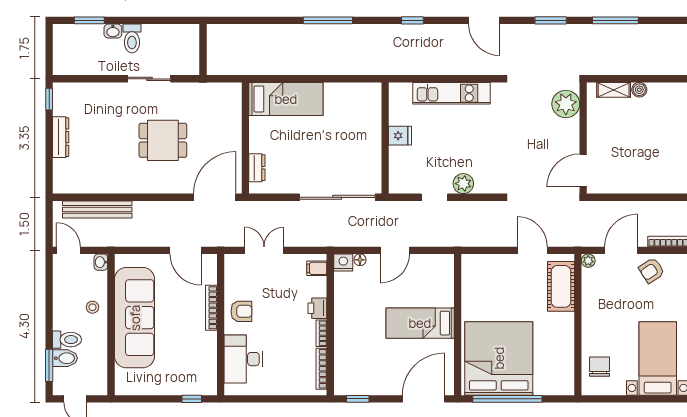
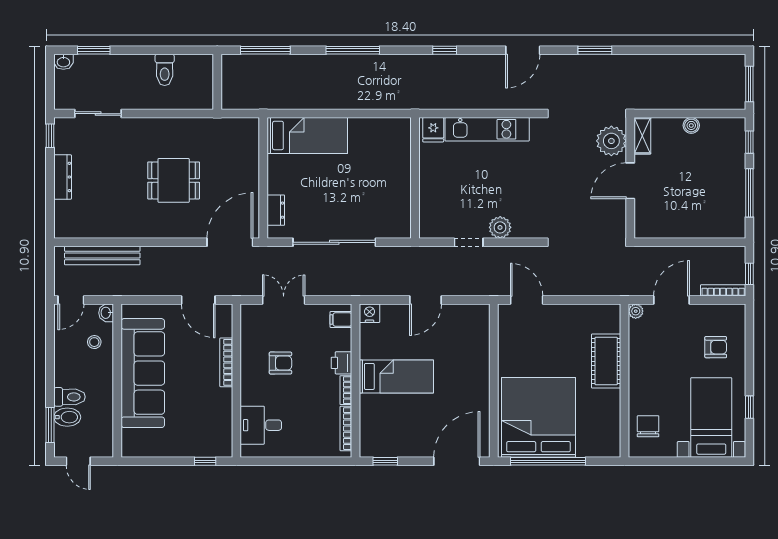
door: (484, 20) -> (523, 50), hinge flipped
window: (615, 20) -> (265, 50), moved
washbasin: (113, 31) -> (63, 62), moved
toilet: (132, 38) -> (165, 70), moved
sliding door: (149, 79) -> (98, 114), moved
shelving: (614, 90) -> (642, 136), moved, turned 90
fridge: (400, 136) -> (433, 130), moved, turned 90
door: (583, 170) -> (630, 181), moved
sliding door: (337, 197) -> (334, 242), moved
door: (68, 250) -> (71, 300), swing flipped
door: (532, 250) -> (527, 300), moved
floor lamp: (360, 260) -> (388, 310), removed
armchair: (652, 270) -> (716, 347), moved, turned -147
cot: (561, 286) -> (606, 361), moved
stool: (92, 307) -> (94, 342), moved
armchair: (241, 311) -> (280, 363), moved
bed: (420, 323) -> (396, 376), moved, turned 180
desk: (243, 359) -> (261, 425), width x0.73

